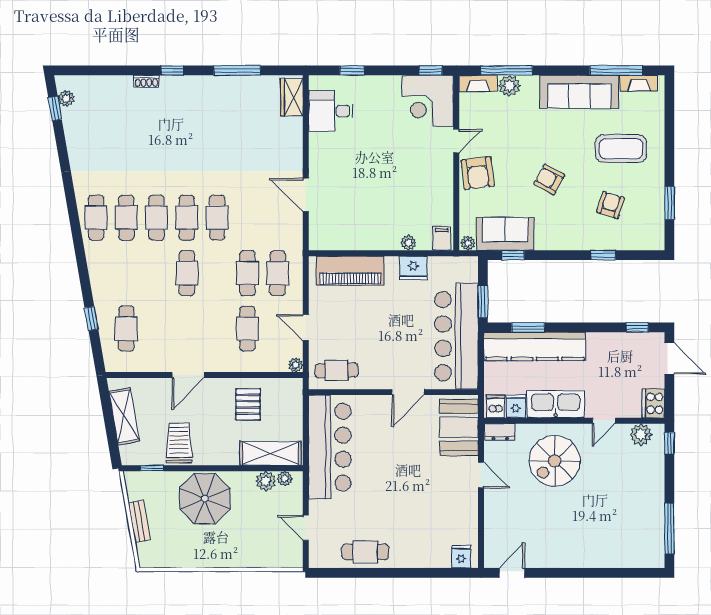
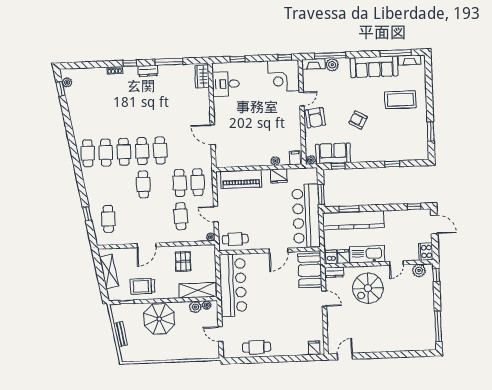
dresser: (202, 84) -> (148, 71), added
armchair: (610, 205) -> (395, 134), removed
trolley: (179, 443) -> (143, 286), turned -90

